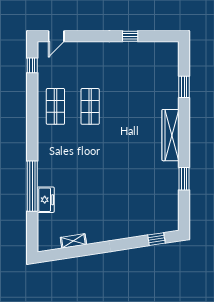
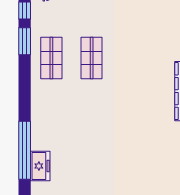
window: (32, 92) -> (25, 41), added

